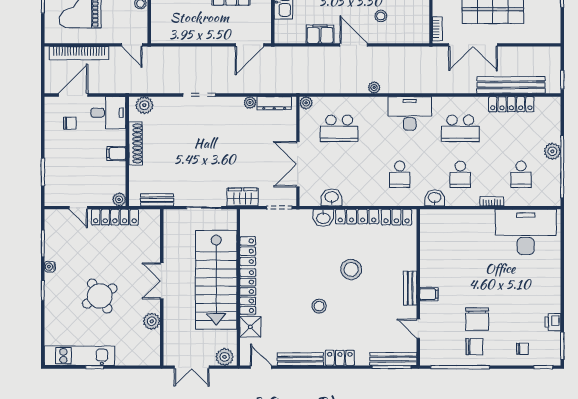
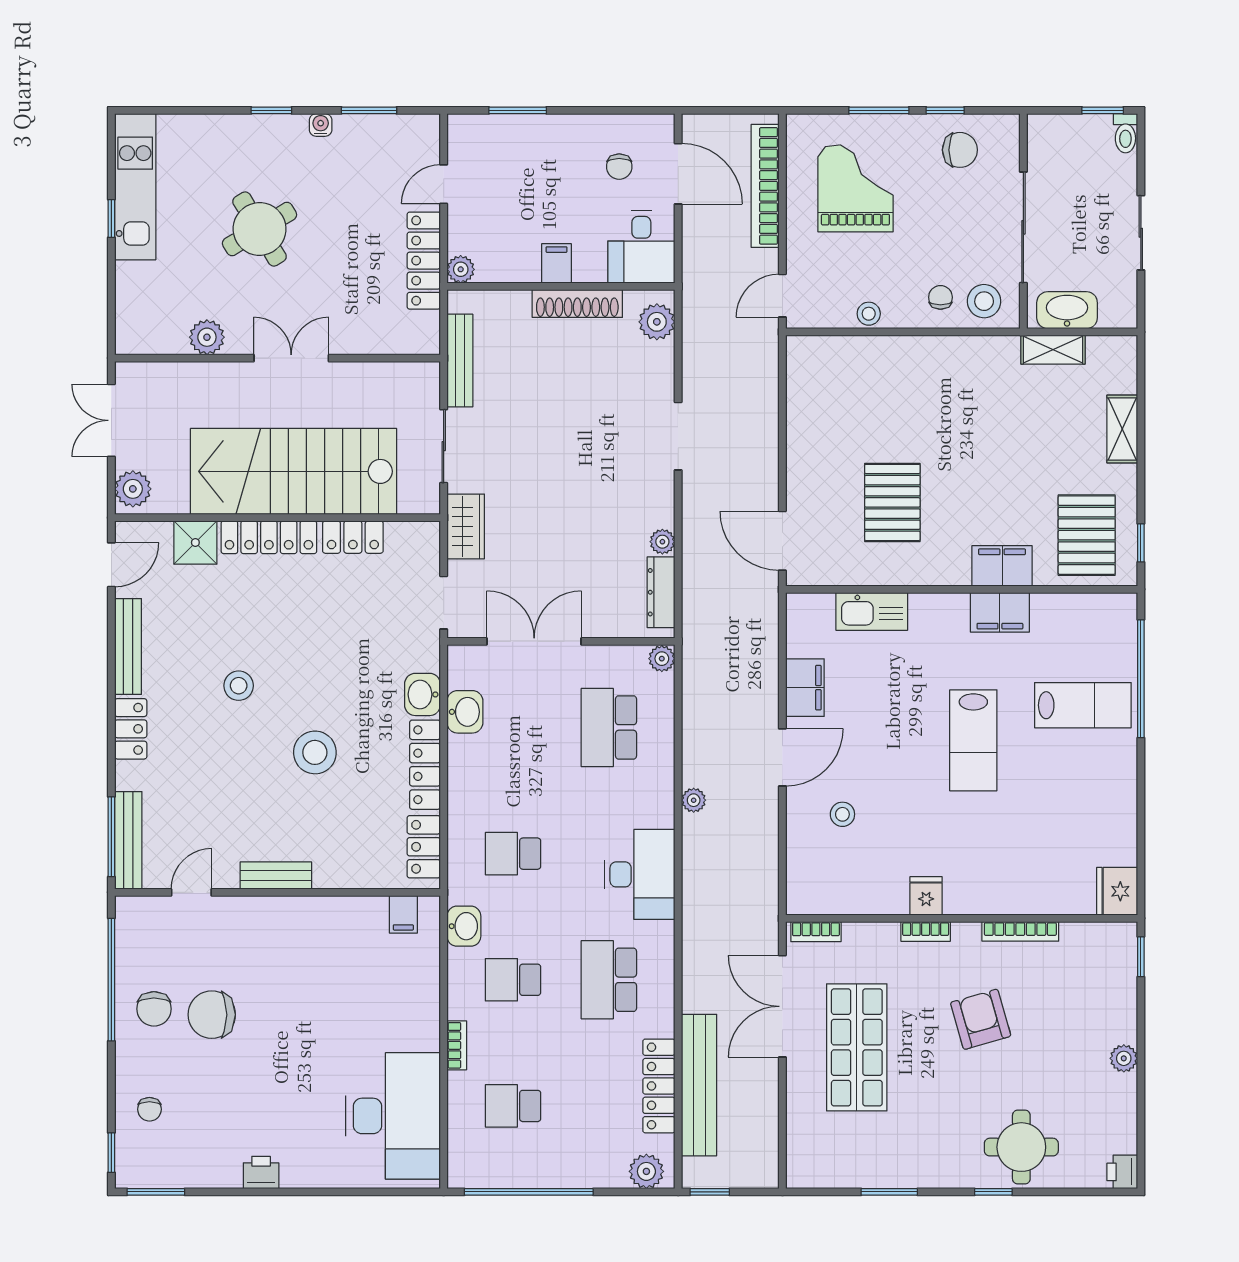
plant: (552, 151) -> (646, 1171), moved
bench: (157, 200) -> (460, 361), width x1.36
filing cabinet: (429, 294) -> (403, 914), moved
printer: (553, 322) -> (261, 1173), moved

